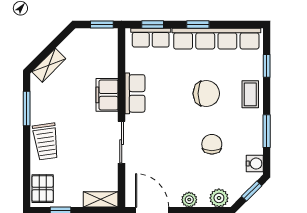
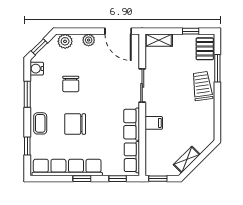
row of seats: (151, 38) -> (132, 157), moved, turned -90
shelving: (49, 65) -> (187, 160), moved
filing cabinet: (107, 95) -> (154, 123), width x0.50
window: (27, 109) -> (217, 68), moved

